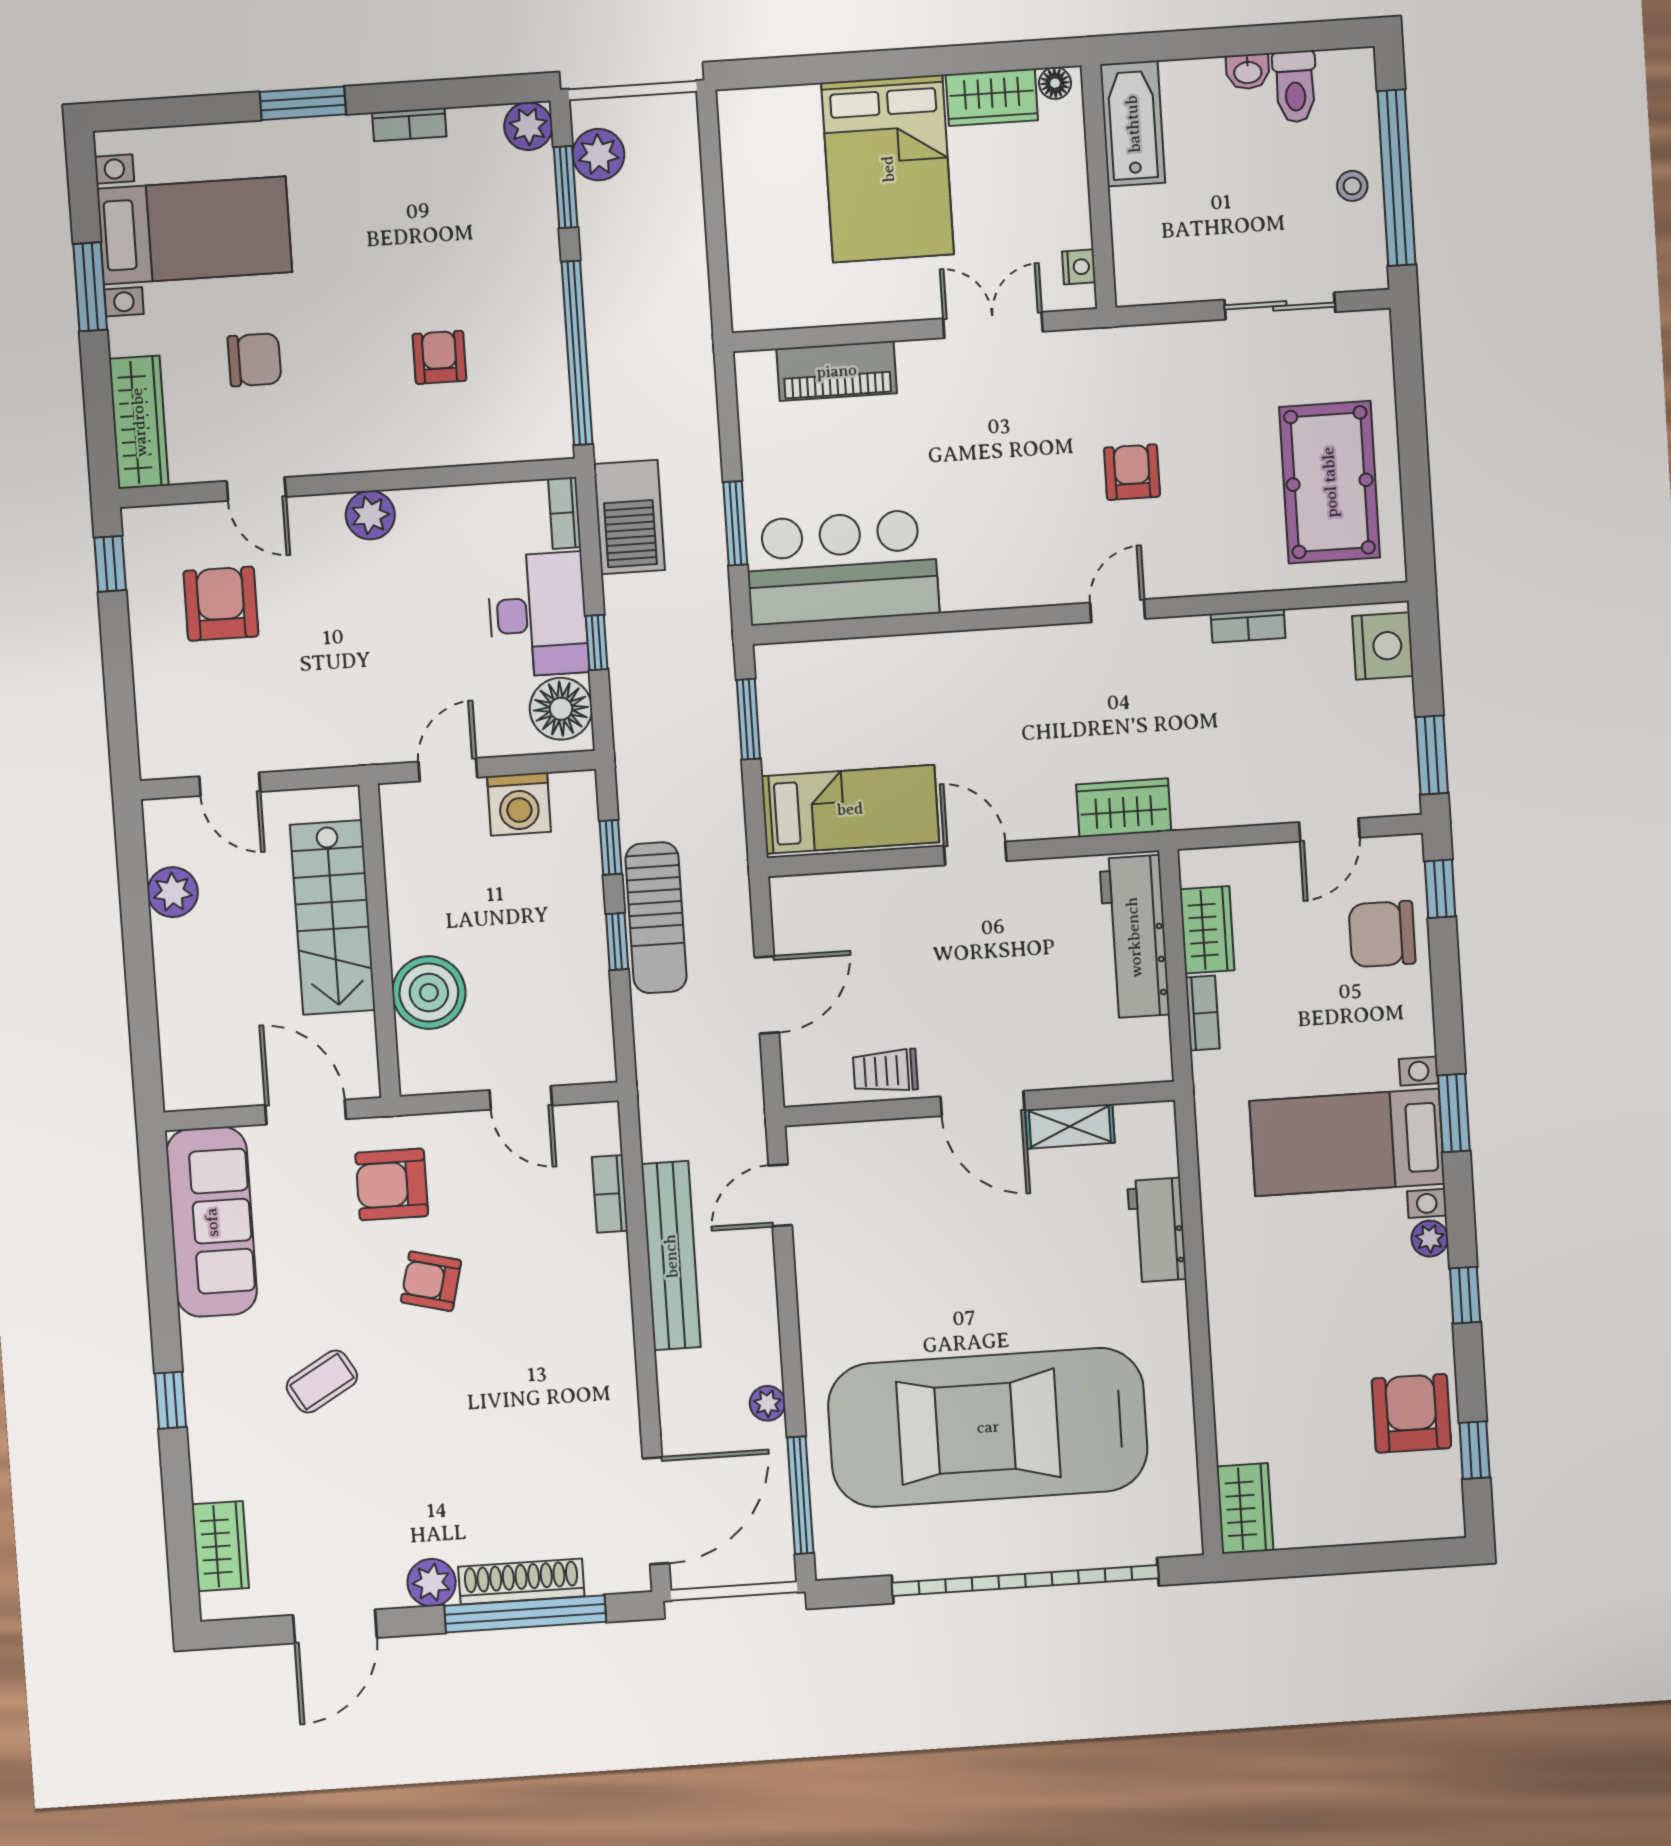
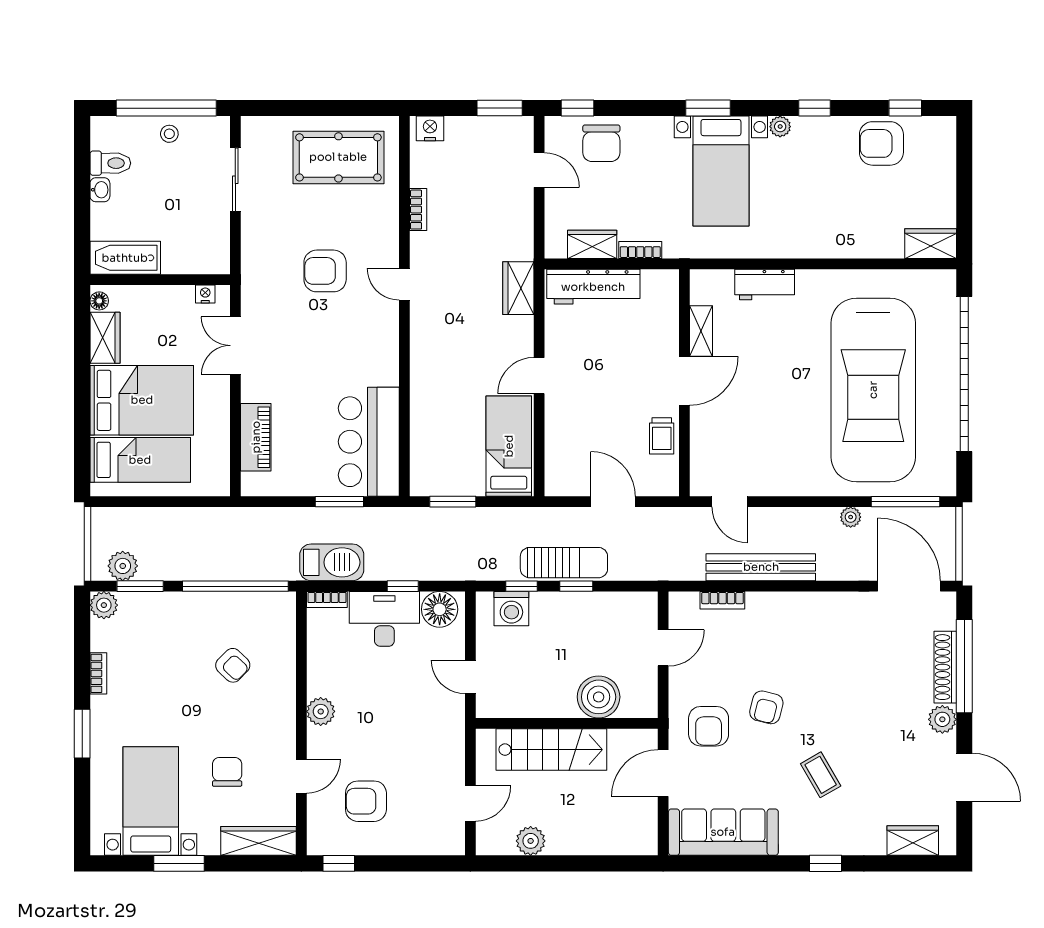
bed: (784, 173) -> (140, 460), added
armchair: (439, 357) -> (233, 665), turned -136
armchair: (1132, 472) -> (325, 271), width x1.38, depth x1.38
nightstand: (1383, 646) -> (430, 128), width x0.74, depth x0.75
washing machine: (519, 804) -> (511, 609), moved, turned 90

